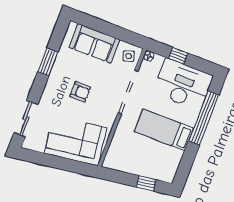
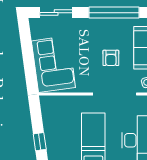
window: (48, 62) -> (114, 13), width x2.11
armchair: (80, 92) -> (111, 58), moved

